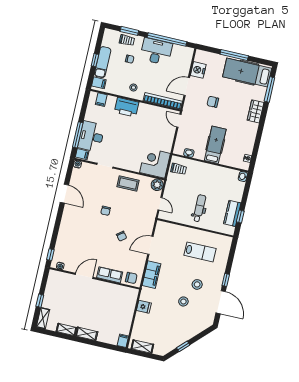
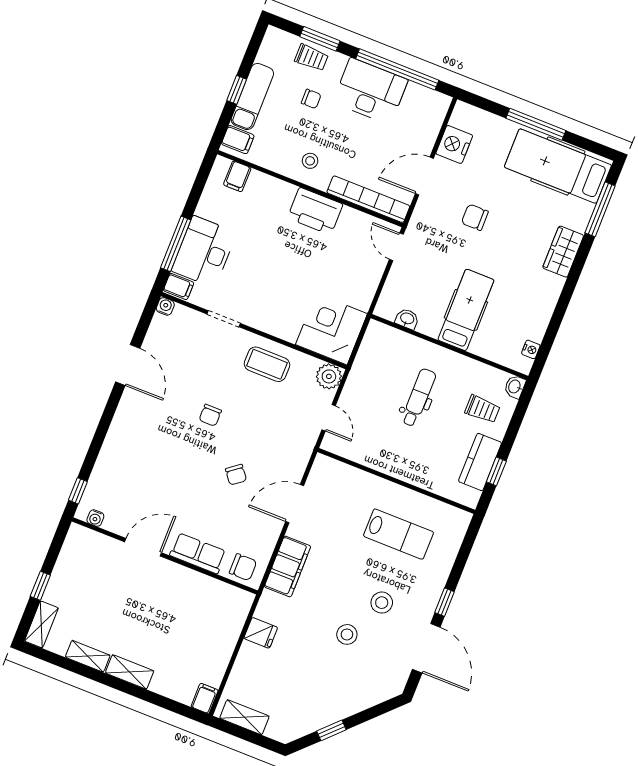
printer: (127, 107) -> (315, 211), moved
trolley: (179, 169) -> (482, 409), moved
dental chair: (199, 208) -> (419, 398), moved

